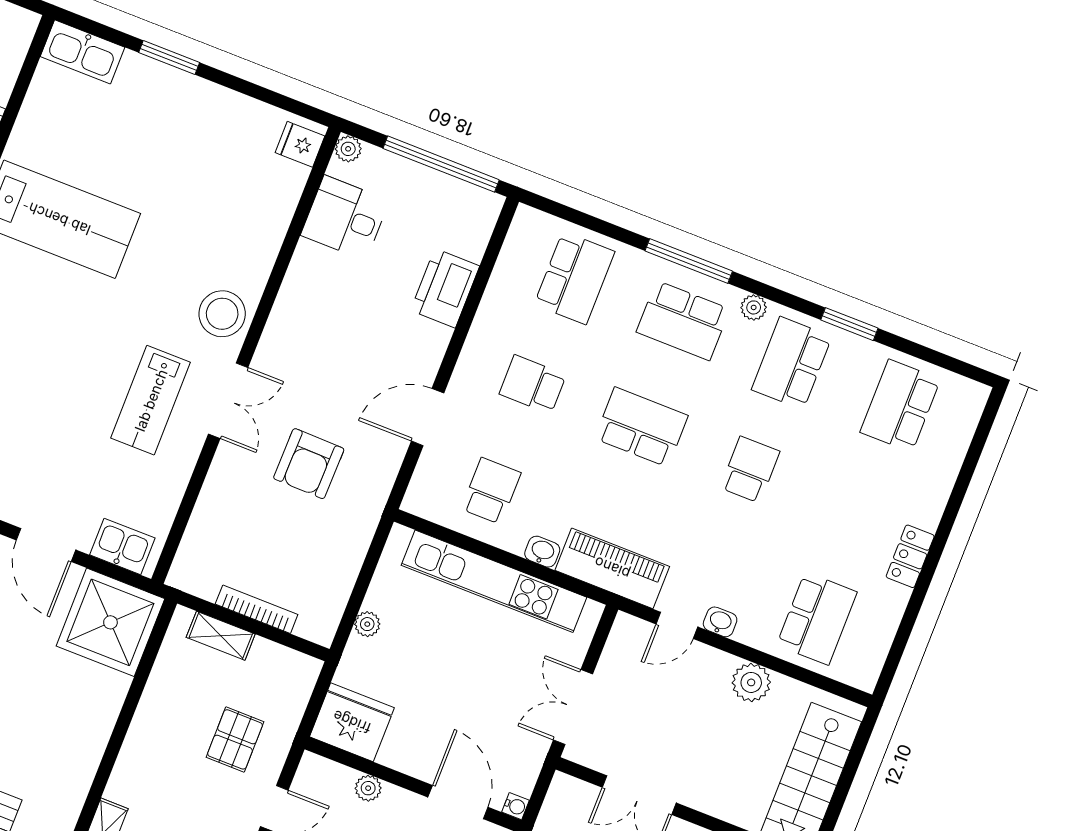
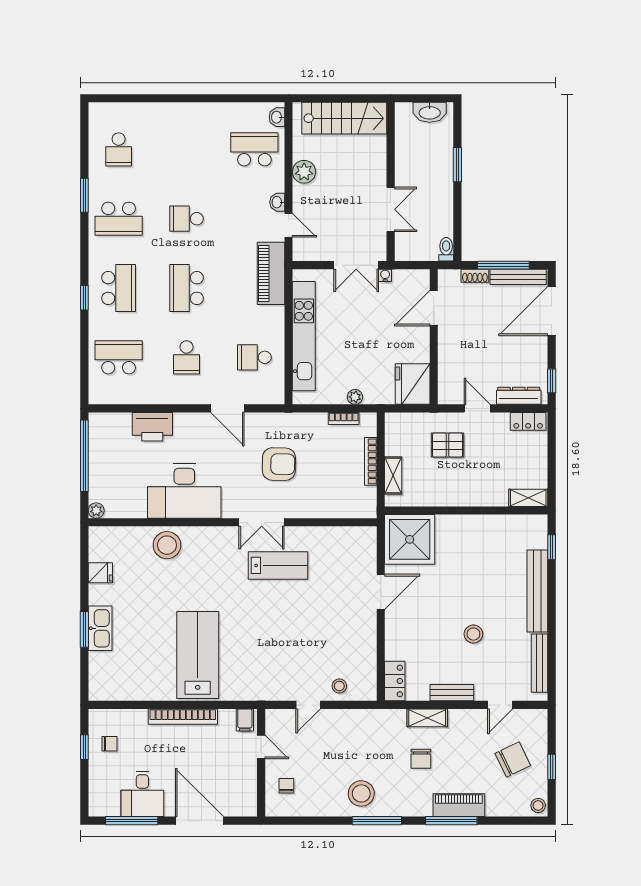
kitchen sink: (82, 52) -> (100, 628), moved
fridge: (300, 144) -> (100, 573), moved, turned -90
desk: (345, 218) -> (184, 491), moved, width x1.87, depth x1.30
window: (689, 261) -> (84, 298), width x0.46
plant: (754, 307) -> (96, 252), removed
stool: (222, 314) -> (167, 545), moved
double door: (228, 401) -> (262, 522), swing flipped
school desk: (900, 406) -> (119, 149), width x0.54
kitchen sink: (122, 546) -> (365, 549), removed
washbasin: (542, 552) -> (277, 117), moved
locker: (910, 556) -> (200, 111), removed
bookcase: (341, 593) -> (344, 418), added
plant: (368, 788) -> (446, 361), removed
water cooler: (516, 806) -> (385, 275), moved

